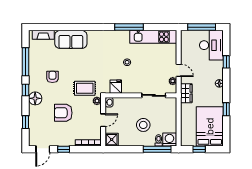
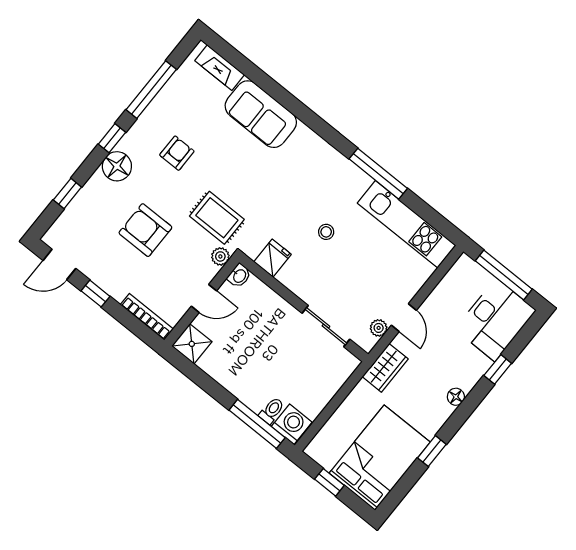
stool: (143, 125) -> (267, 363), removed

